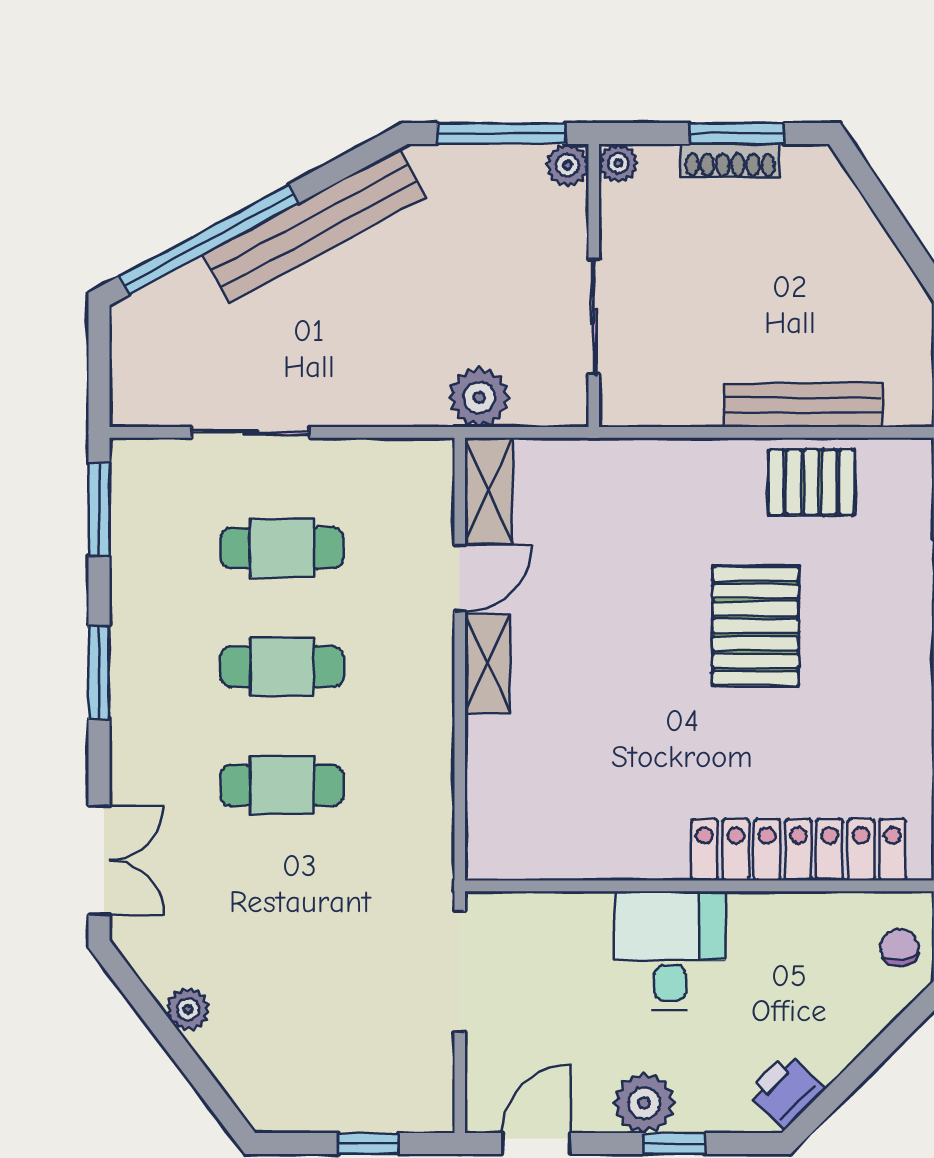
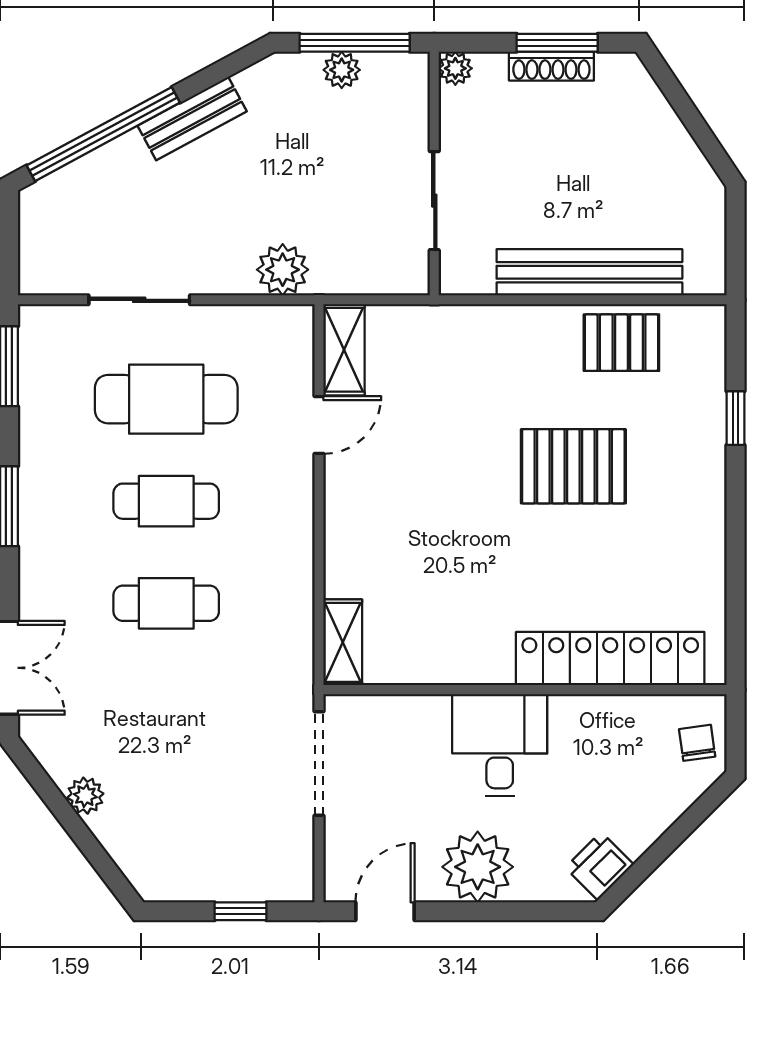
plant: (567, 165) -> (342, 70), moved
bench: (314, 226) -> (192, 119), width x0.54, depth x0.82
plant: (479, 397) -> (283, 270), moved
bench: (803, 405) -> (589, 272), width x1.37, depth x1.21
cafe table: (282, 548) -> (166, 399), width x1.37, depth x1.35
pallet: (756, 626) -> (573, 466), turned 90
shelving: (487, 663) -> (343, 642), moved
plant: (644, 1103) -> (478, 867), width x1.36, depth x1.36
window: (674, 1144) -> (503, 911), removed

